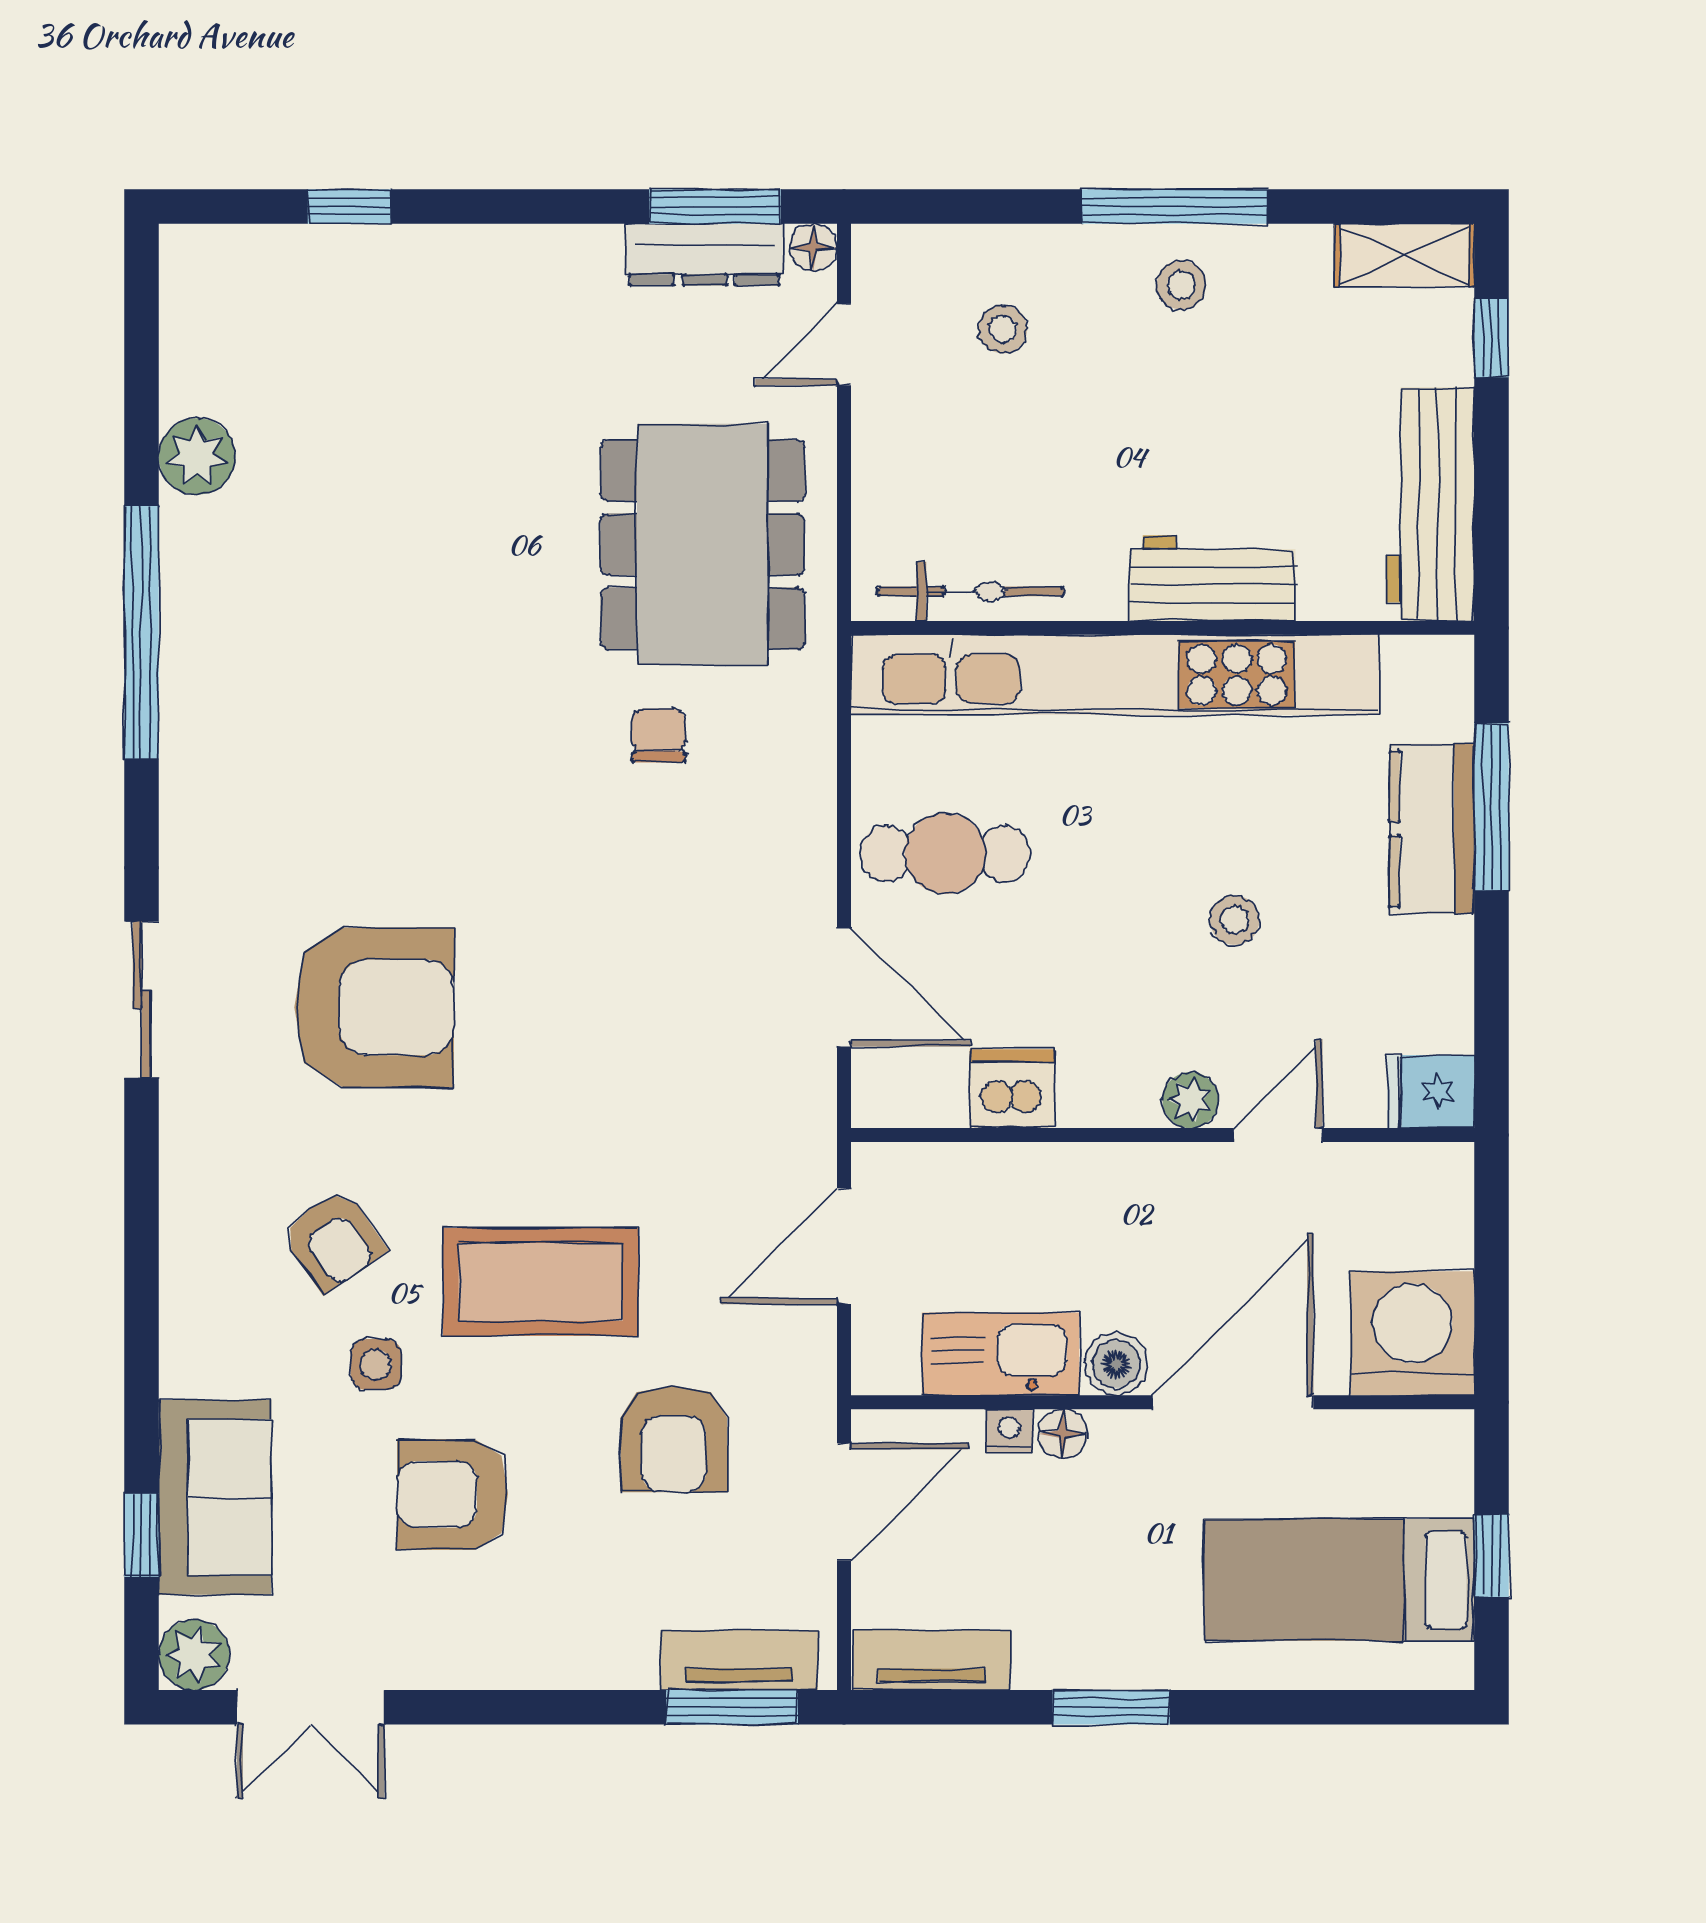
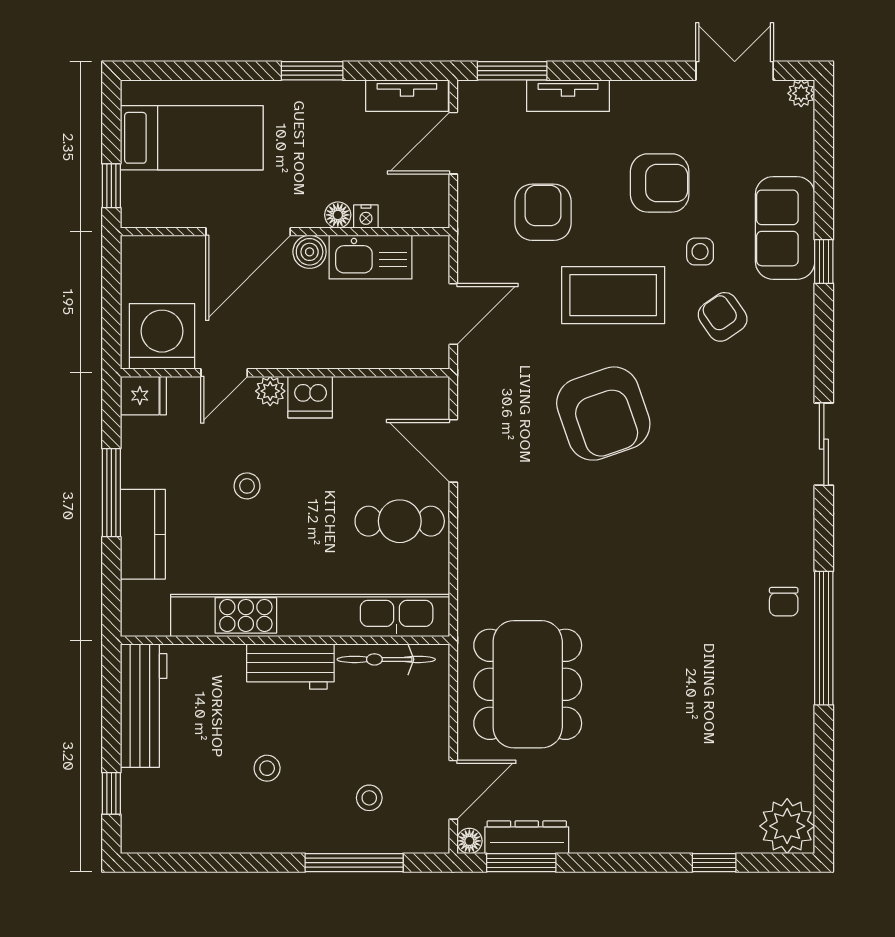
window: (1175, 206) -> (354, 863), moved
shelving: (1404, 255) -> (157, 837), removed
stool: (1181, 285) -> (267, 768), moved
door: (844, 344) -> (453, 790), width x1.38
plant: (197, 456) -> (787, 826), moved, width x1.36, depth x1.36
workbench: (1213, 578) -> (290, 666), moved
chair: (659, 735) -> (784, 602), moved
window: (1492, 807) -> (111, 493), moved
armchair: (374, 1007) -> (603, 414), moved, turned -109
dishwasher: (1012, 1089) -> (310, 397), moved
washing machine: (1412, 1333) -> (162, 336), moved, turned 180
sofa: (215, 1497) -> (785, 228), moved
door: (844, 1502) -> (453, 143), moved
window: (142, 1535) -> (824, 262), moved
window: (1492, 1556) -> (111, 186), moved
plant: (194, 1655) -> (801, 93), width x0.73, depth x0.73
tv unit: (739, 1660) -> (568, 96), moved

